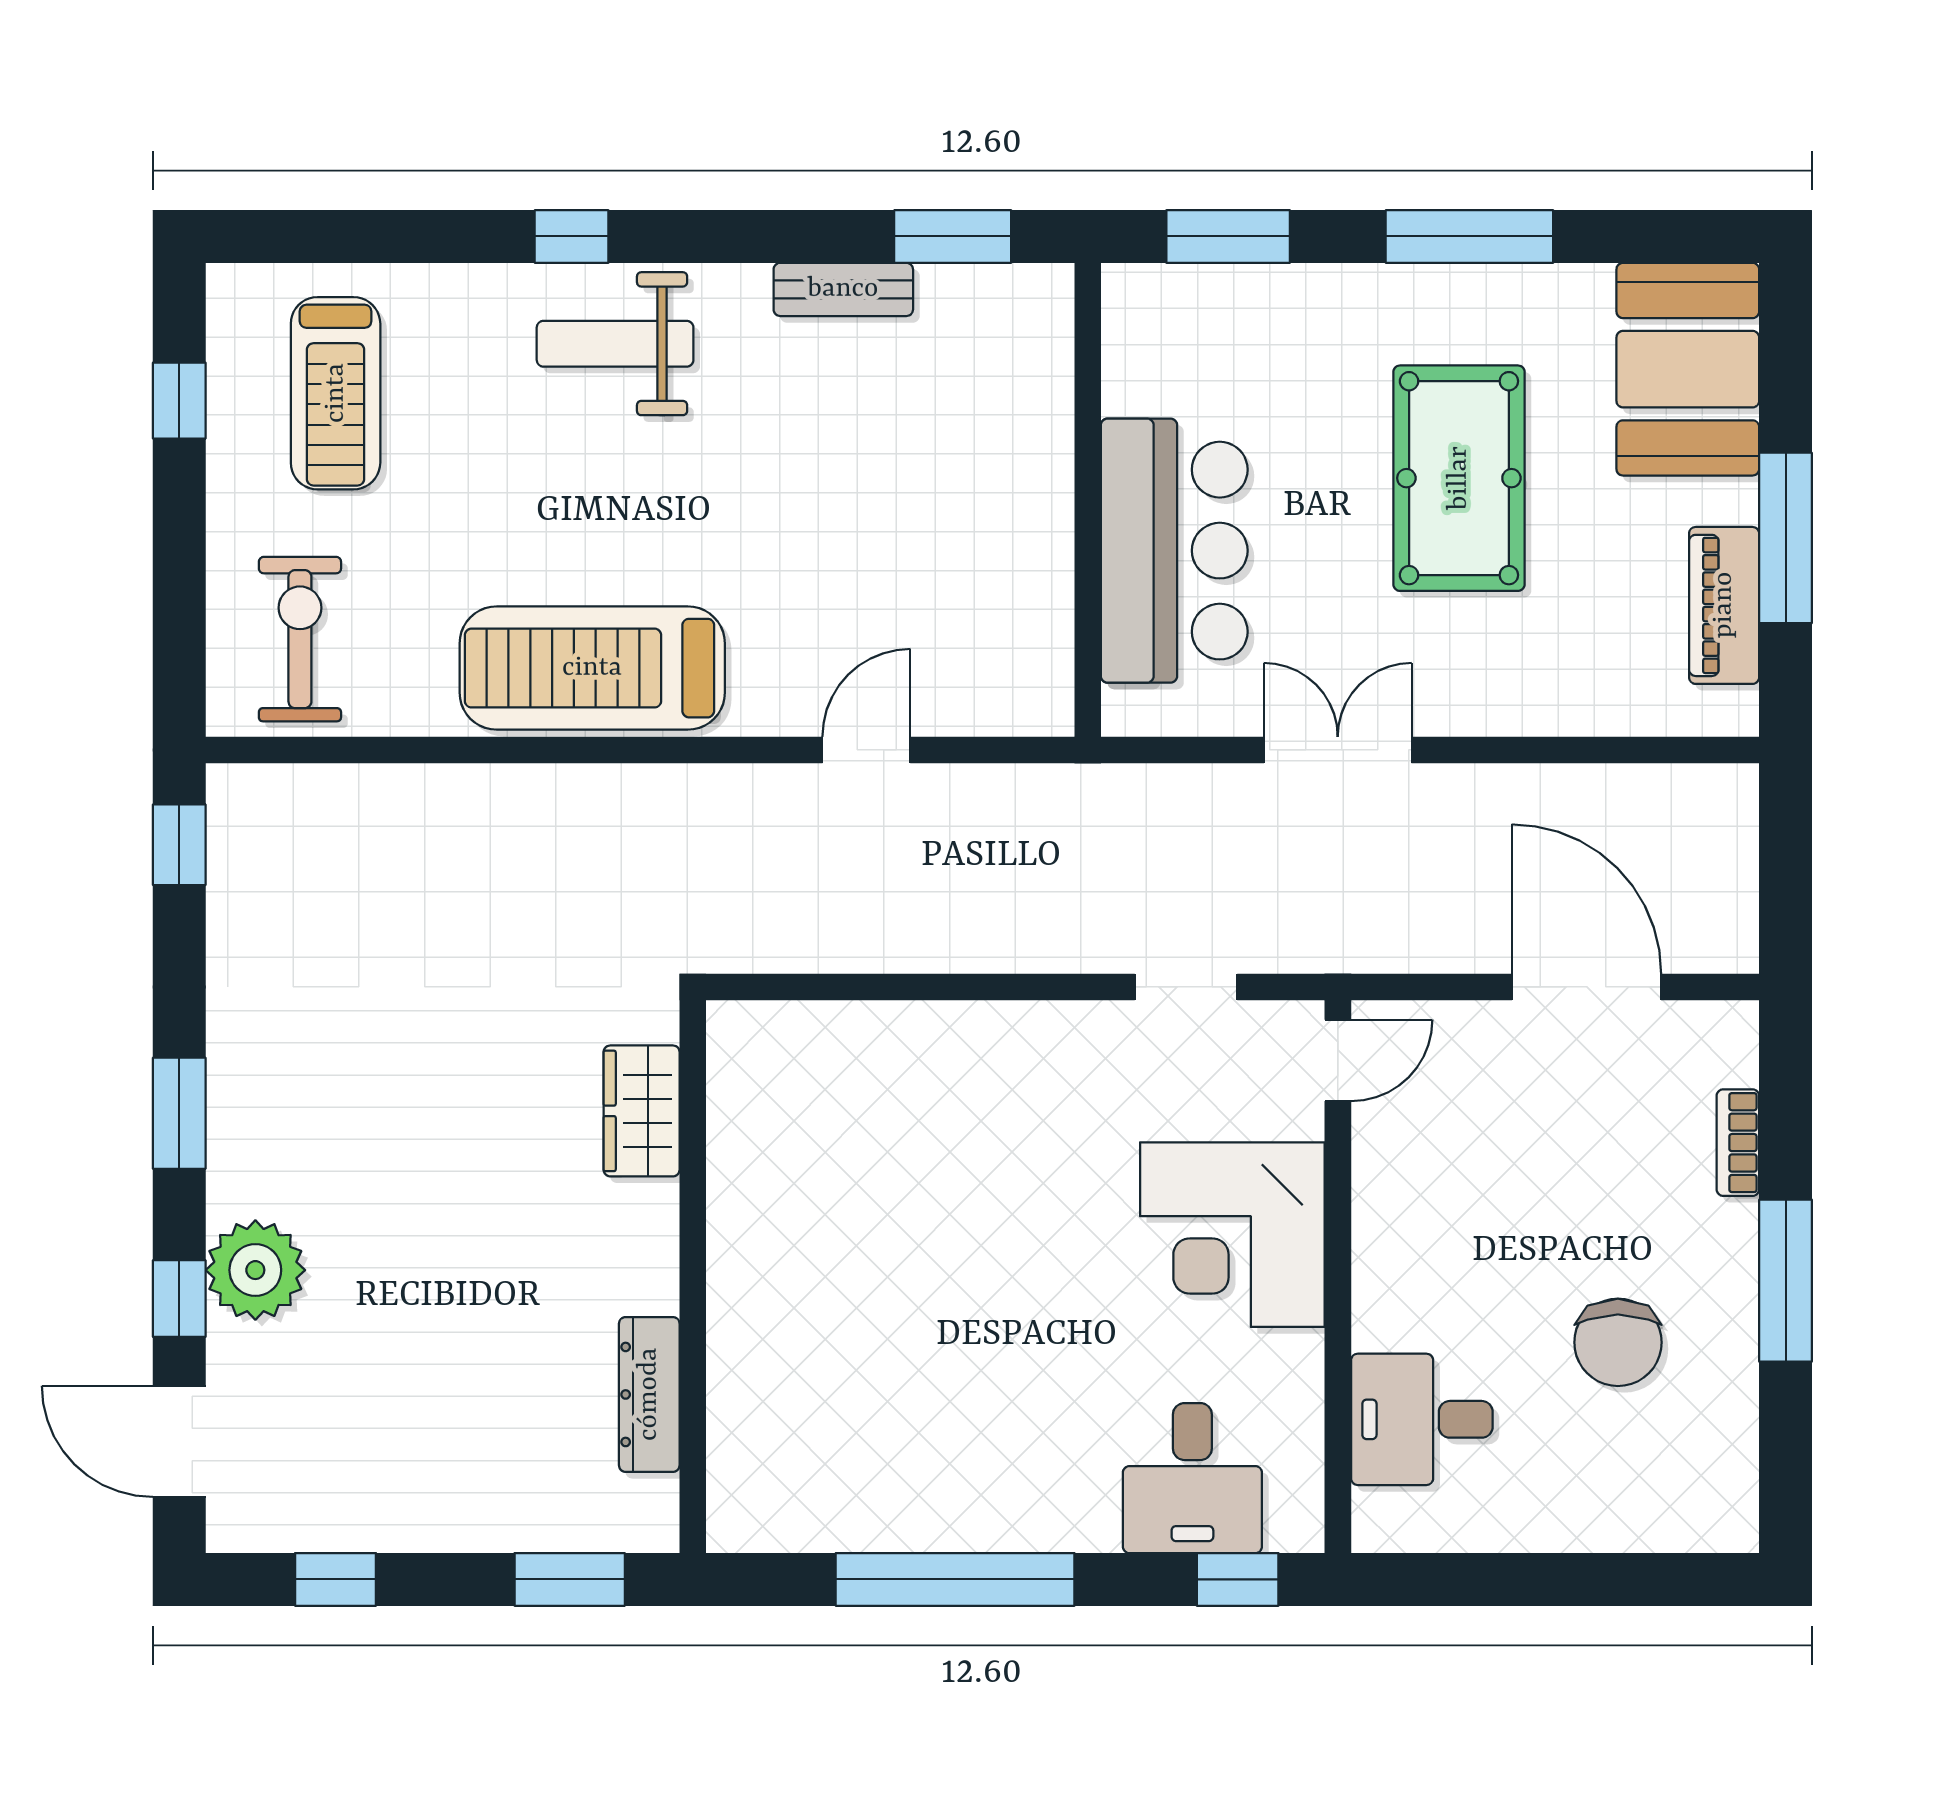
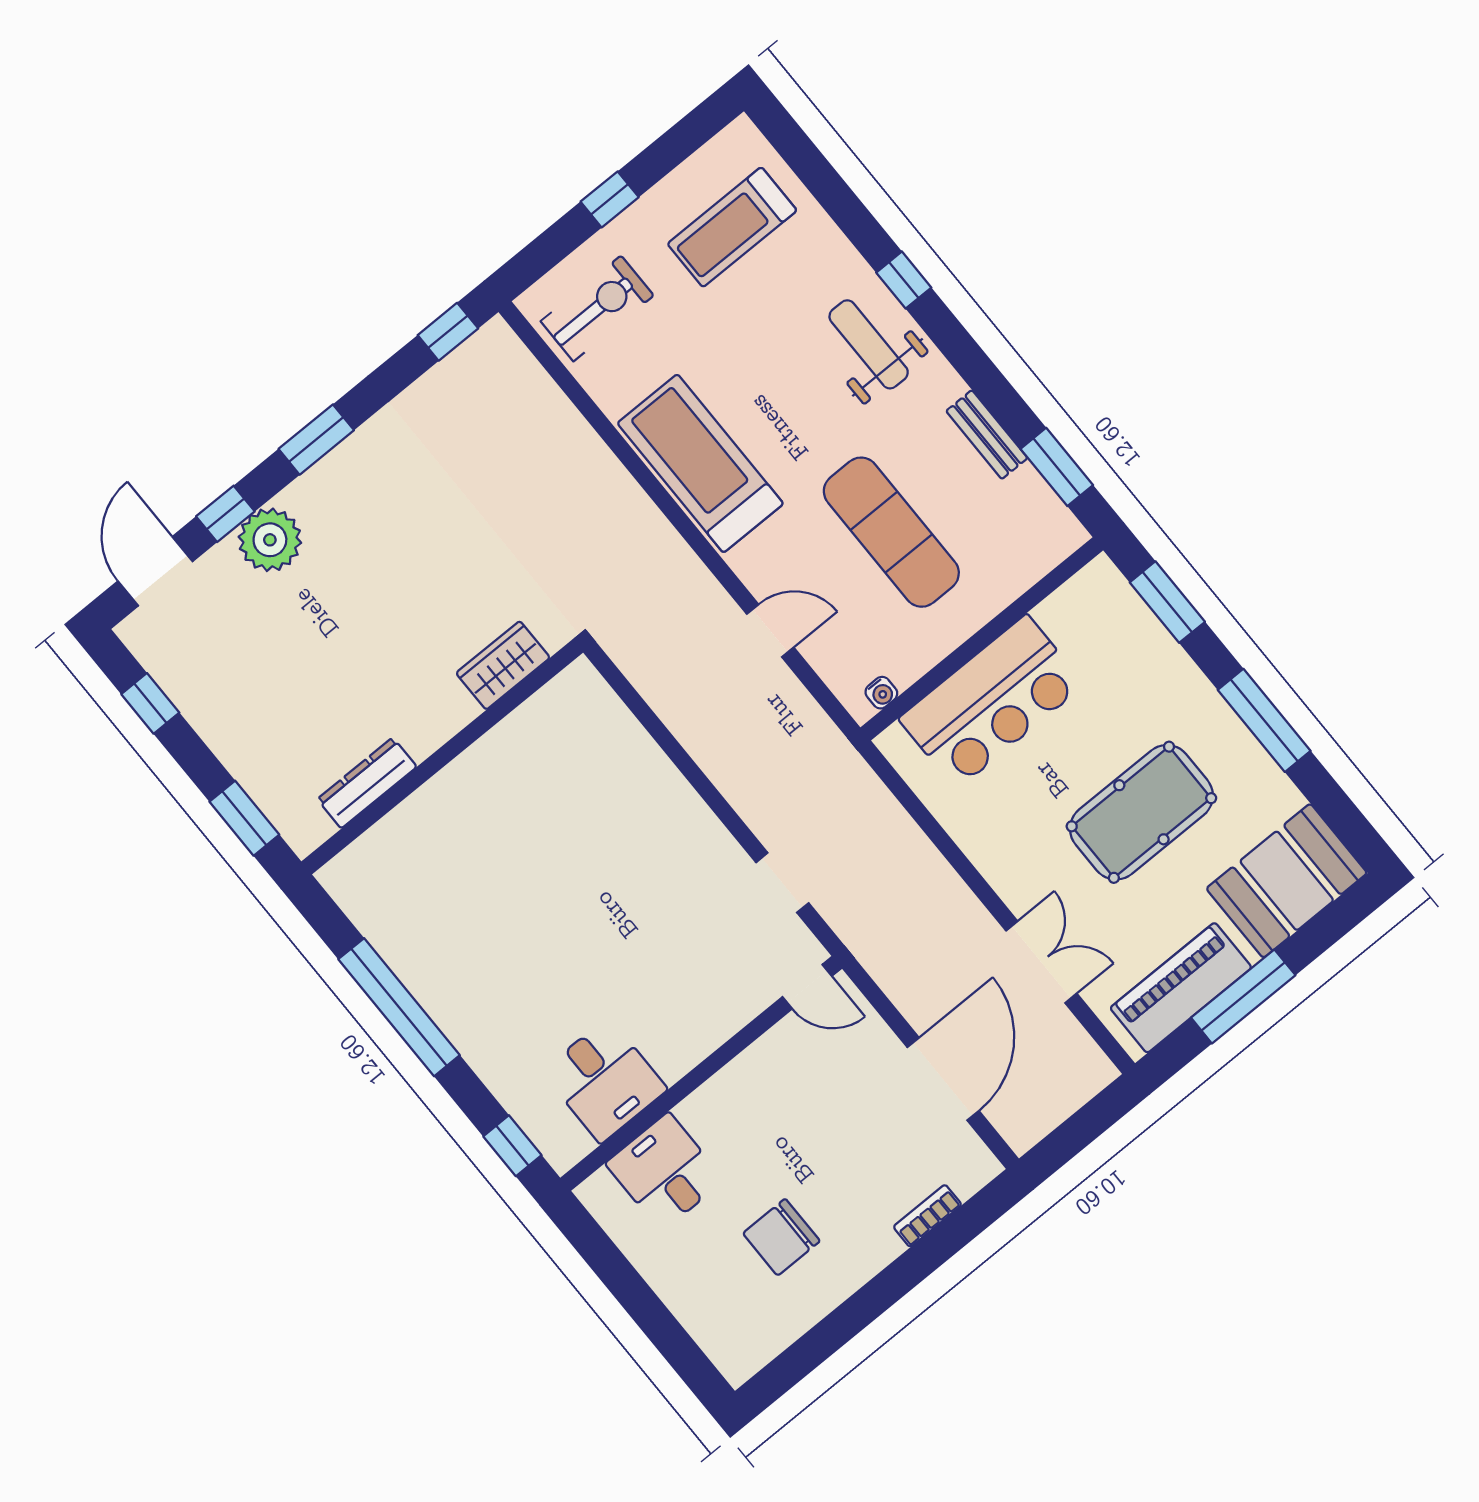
window: (179, 401) -> (610, 199), moved
exercise mat: (867, 504) -> (891, 532), added
piano: (1724, 605) -> (1181, 988), width x1.37, depth x1.33
water cooler: (1053, 676) -> (881, 693), added
double door: (1338, 750) -> (1041, 962), moved
corner desk: (1232, 1235) -> (679, 1005), removed
window: (1786, 1281) -> (879, 1295), removed
desk: (1192, 1478) -> (604, 1080), moved, turned -90

